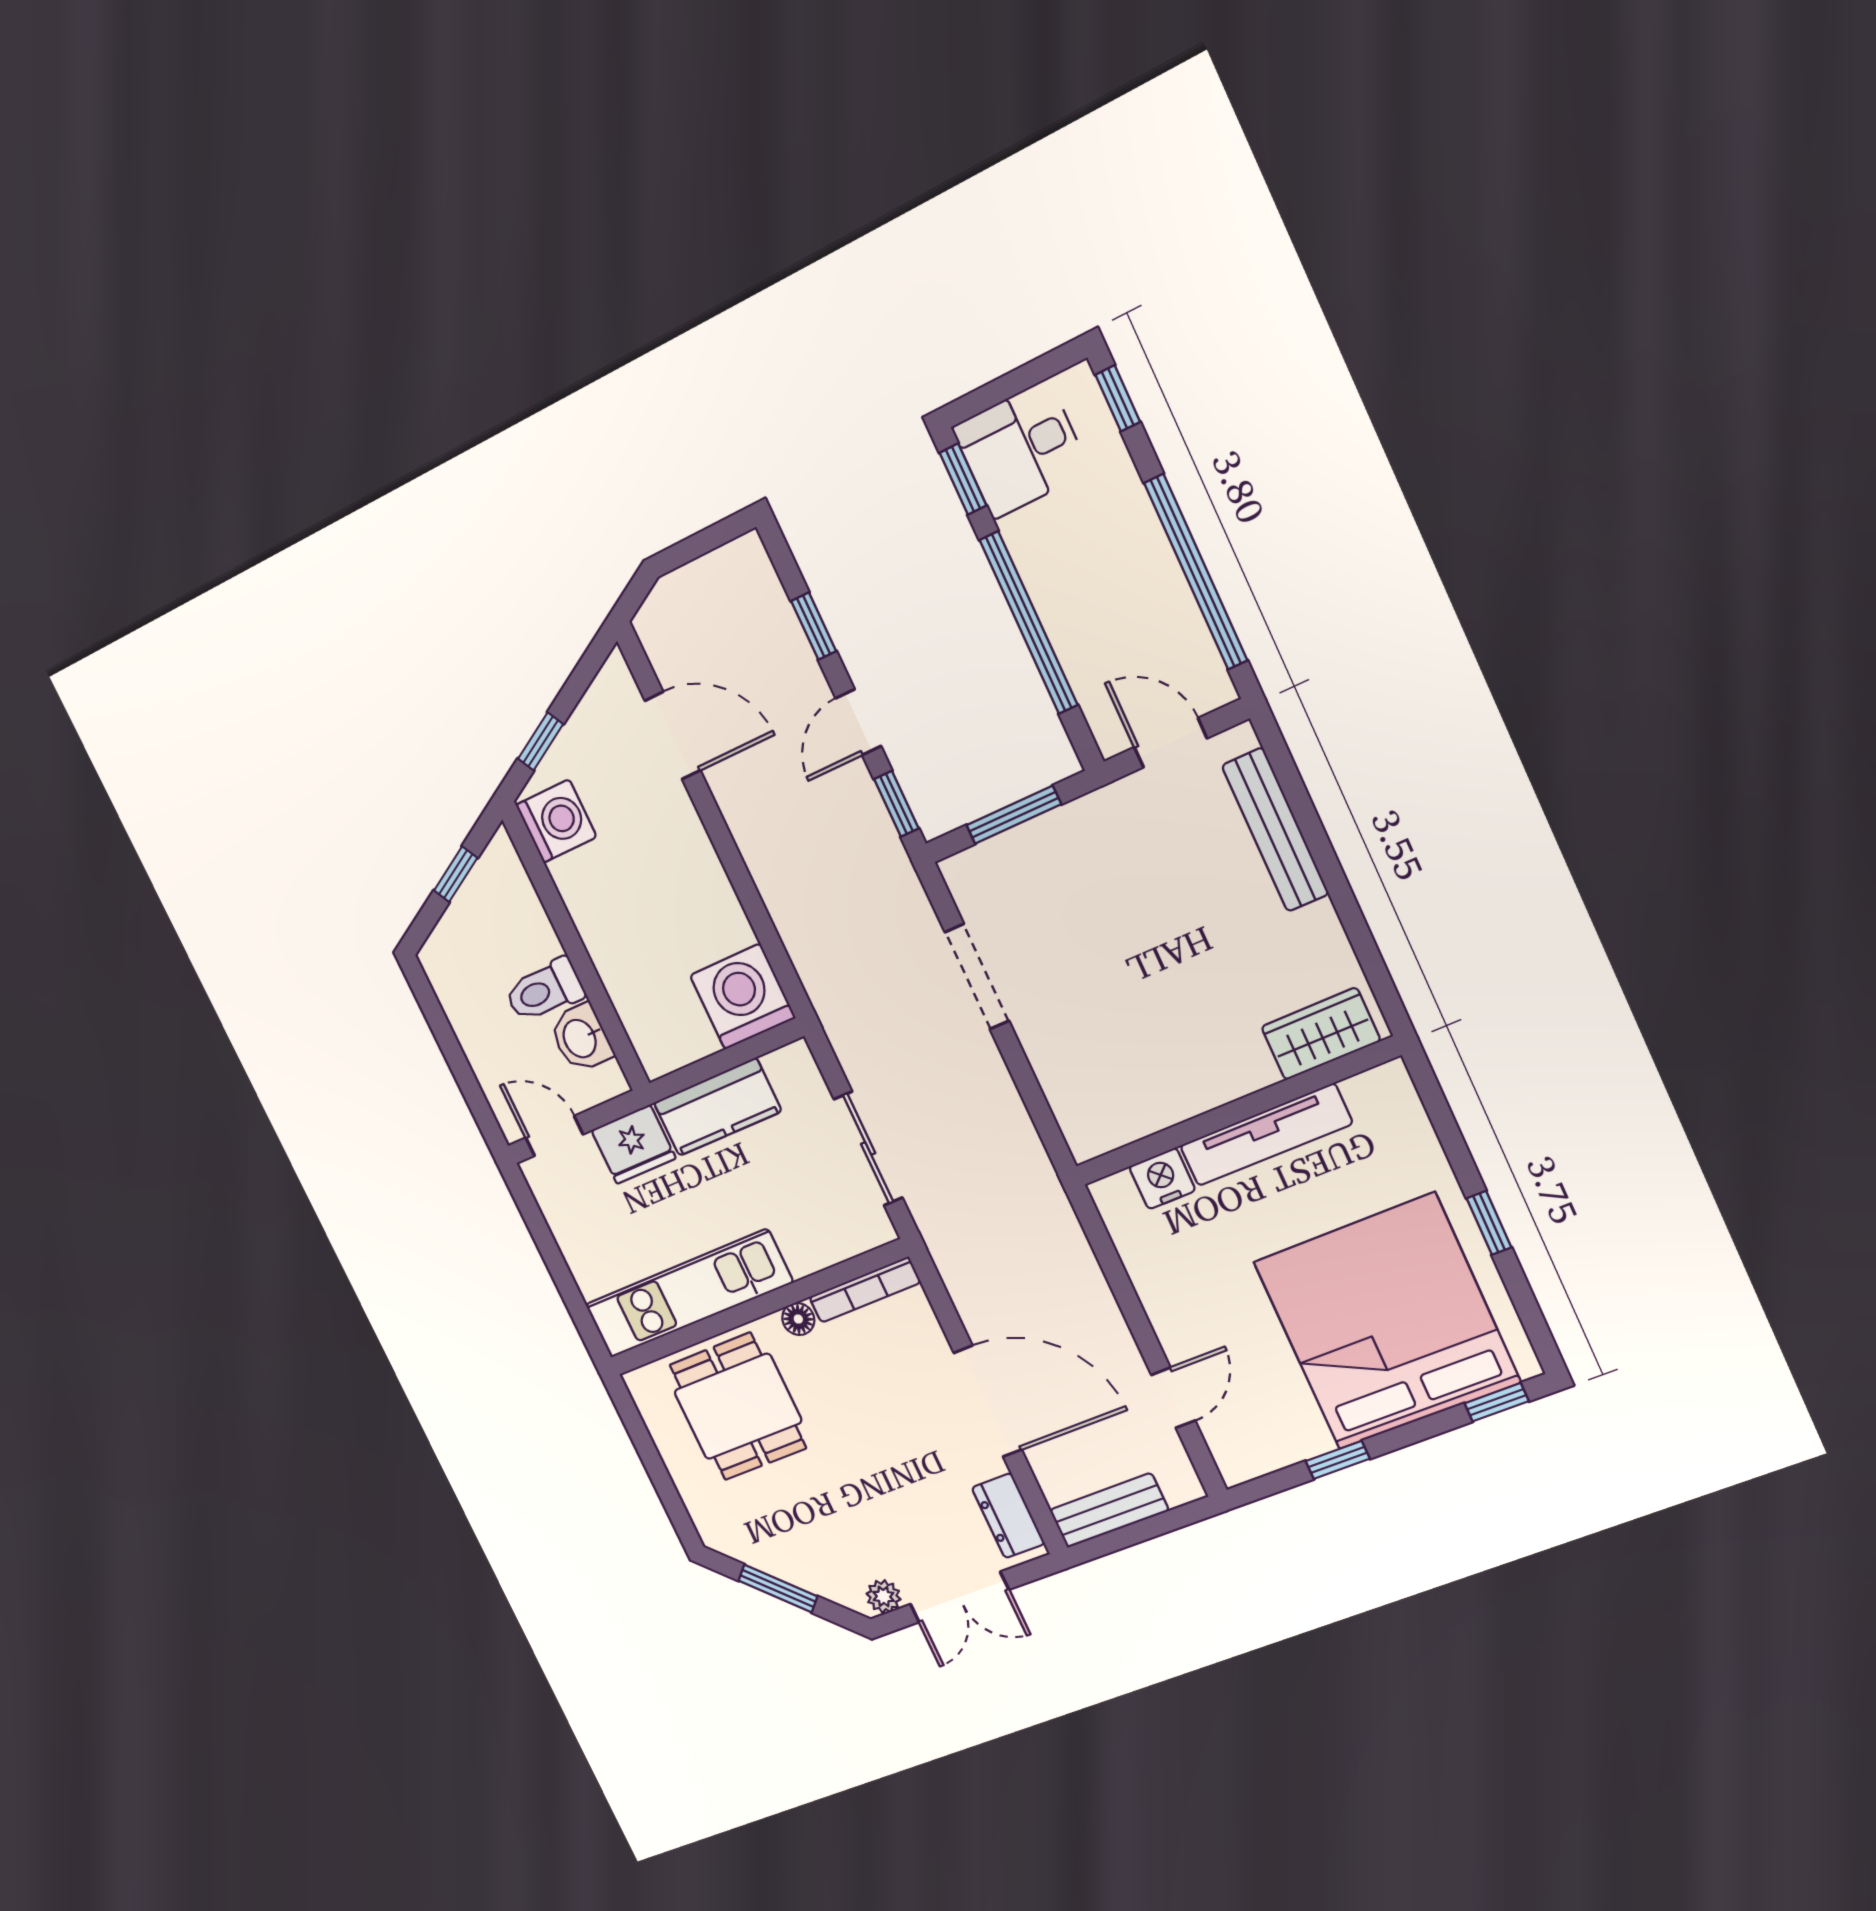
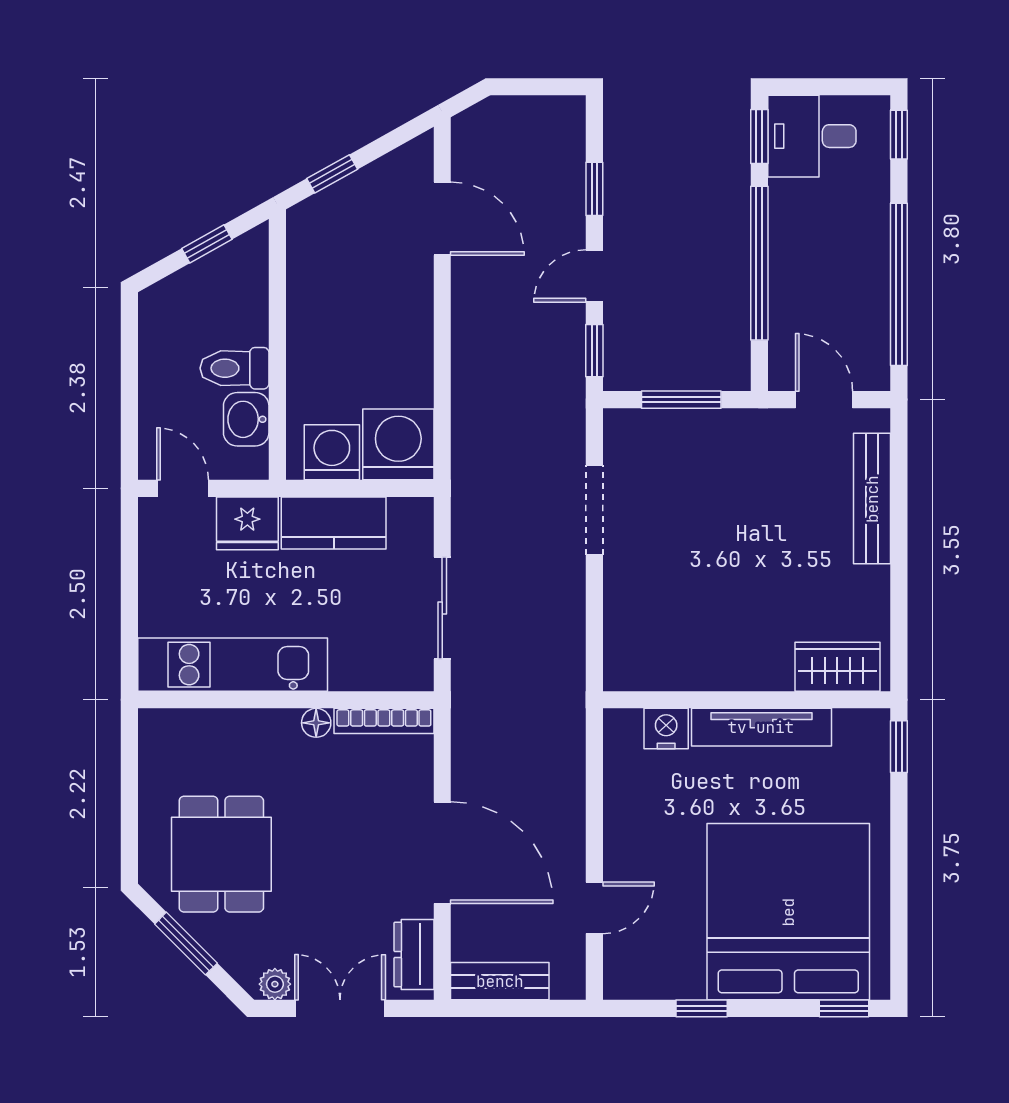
washing machine: (556, 821) -> (332, 452), moved, turned -90
window: (1489, 1223) -> (899, 747), moved
dining table: (738, 1406) -> (221, 854), moved
double door: (959, 1597) -> (340, 1008), swing flipped

